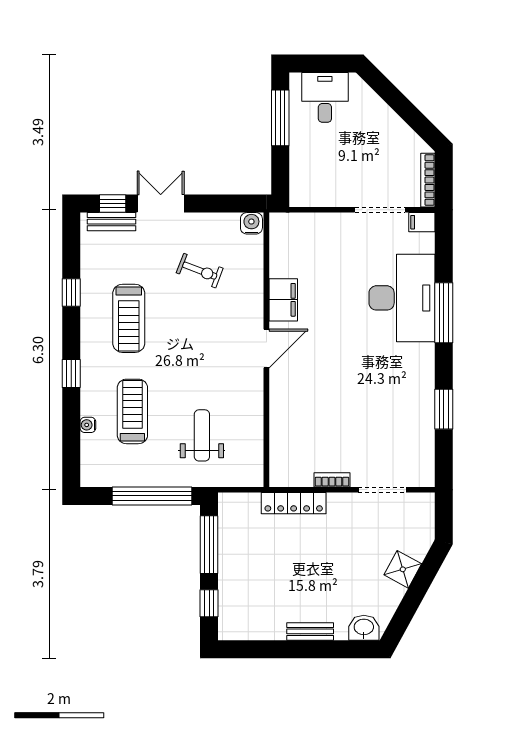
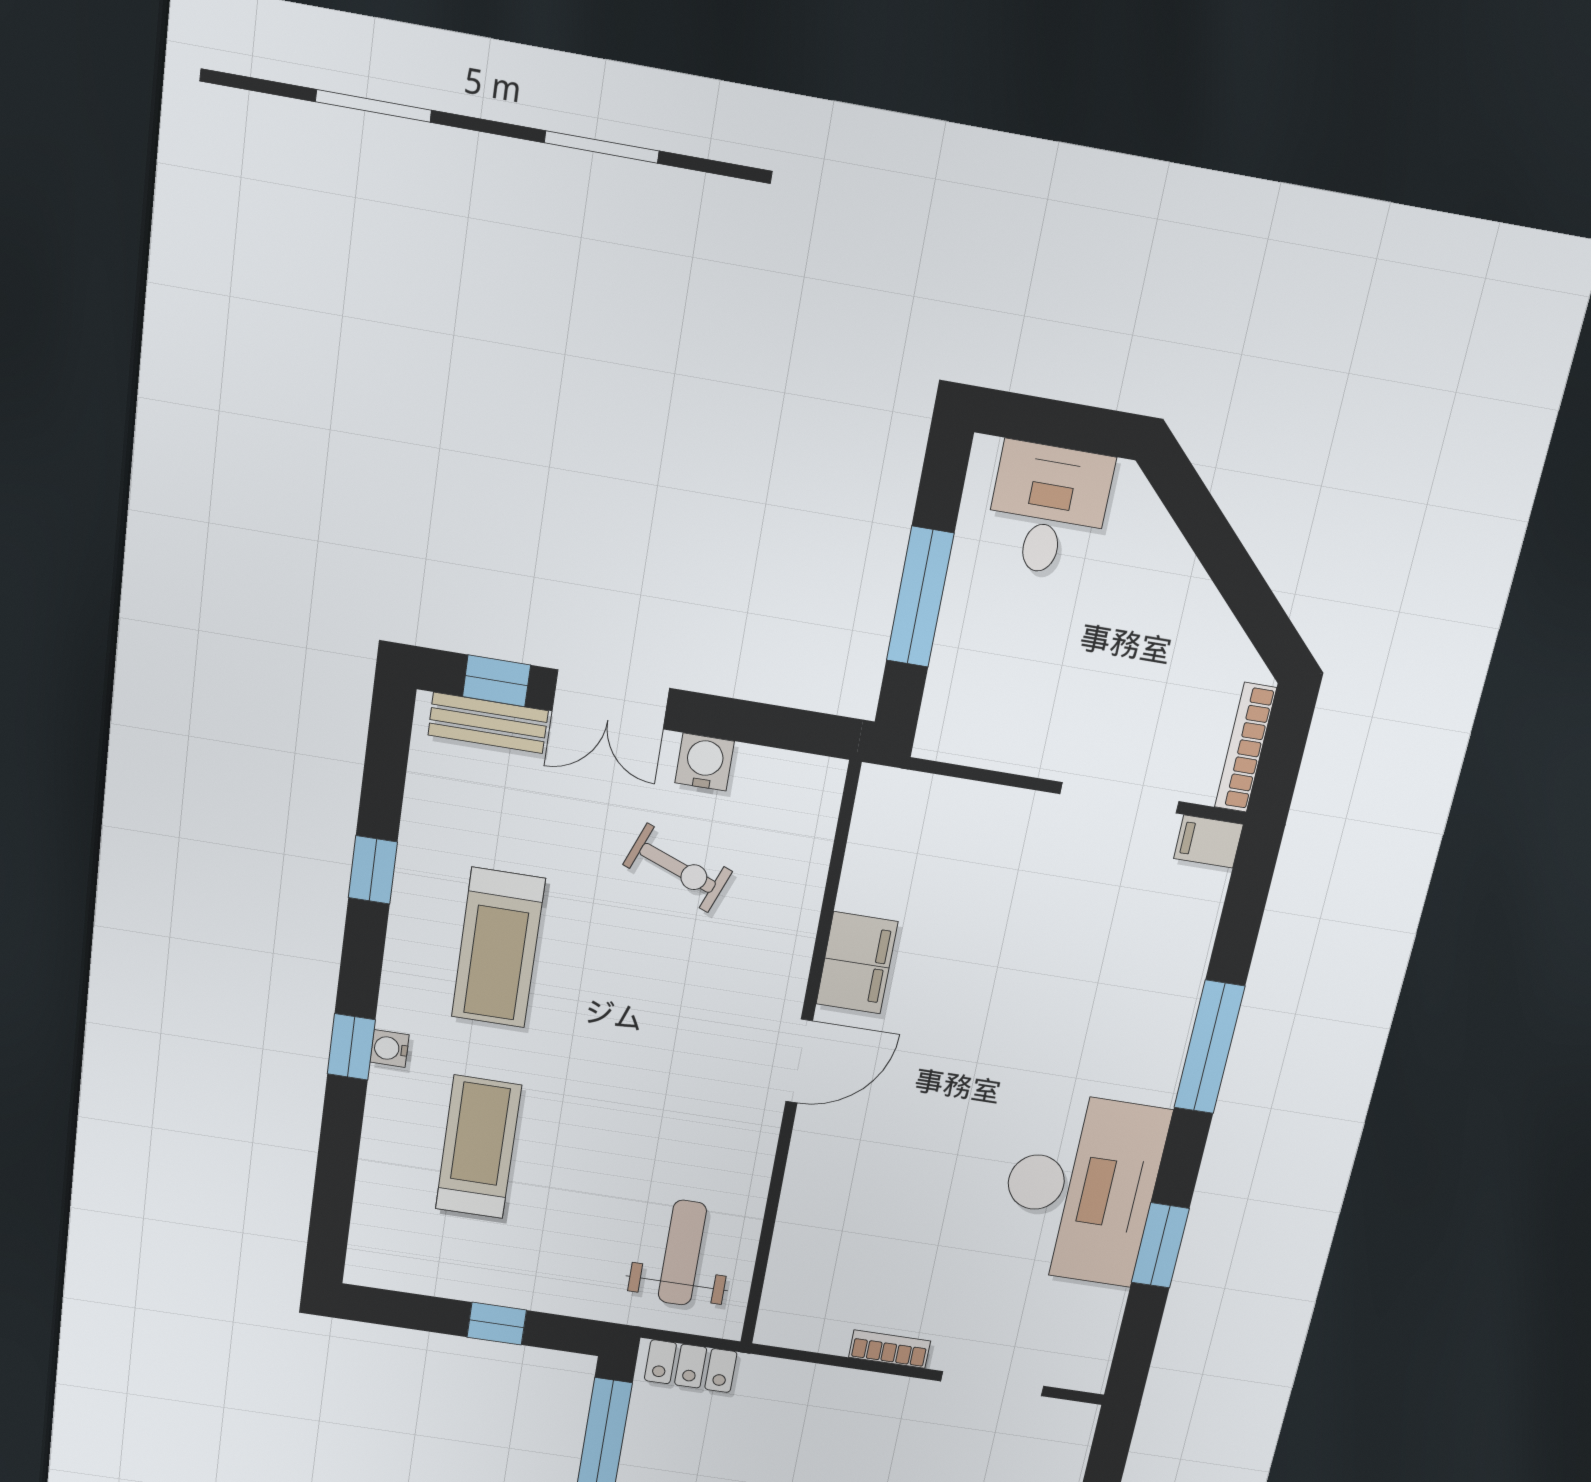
window: (280, 118) -> (920, 597), moved
double door: (161, 204) -> (611, 699), swing flipped
water cooler: (251, 223) -> (705, 762), moved
desk: (402, 298) -> (1081, 1189), moved
water cooler: (88, 425) -> (390, 1048), moved
weight bench: (202, 435) -> (682, 1253), moved
window: (152, 496) -> (497, 1324), width x0.32
locker: (294, 503) -> (691, 1366), moved, width x0.66

